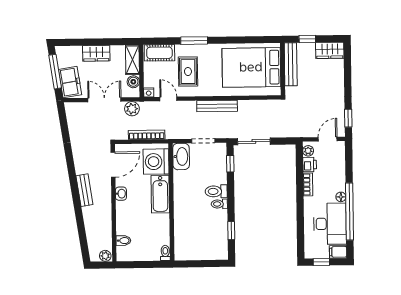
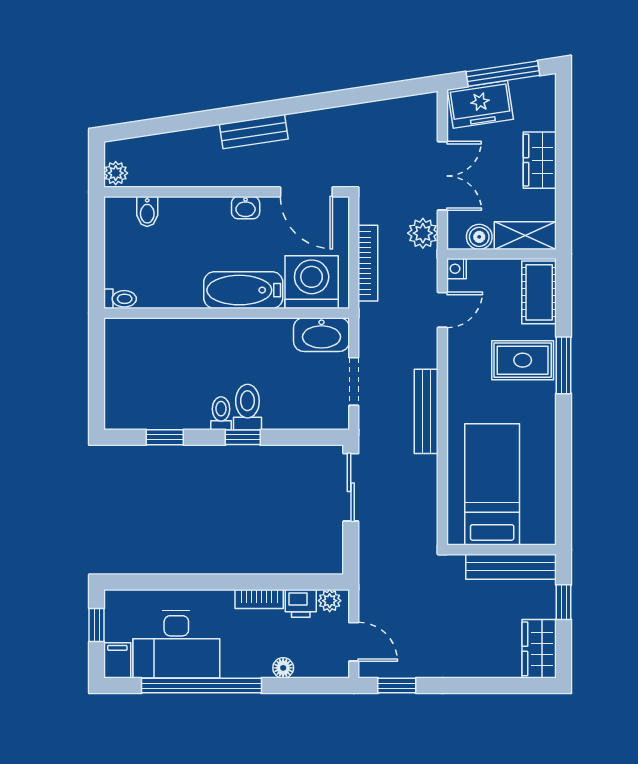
bed: (251, 67) -> (492, 484), width x0.67
rug: (188, 72) -> (523, 360), moved
window: (230, 164) -> (243, 437), moved
floor lamp: (341, 197) -> (283, 668), moved

